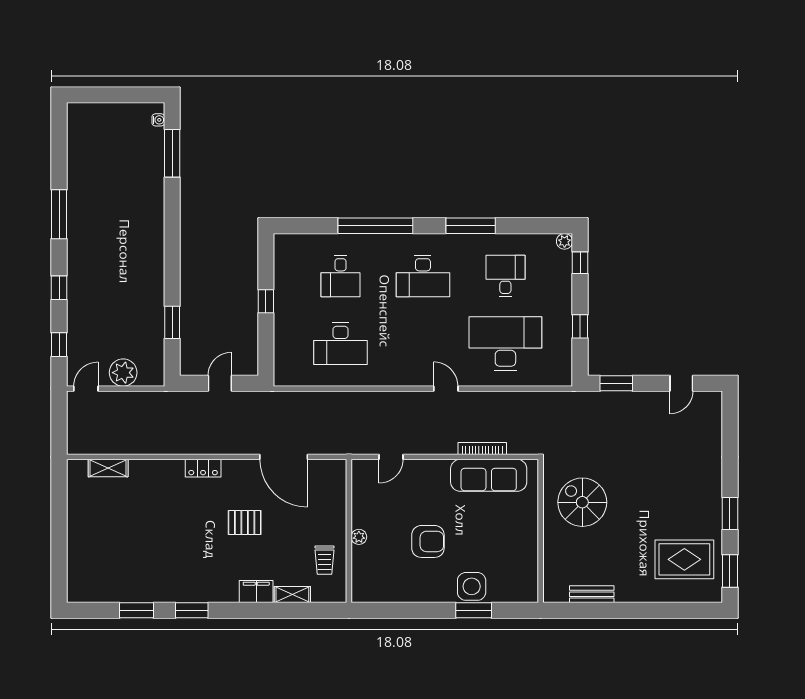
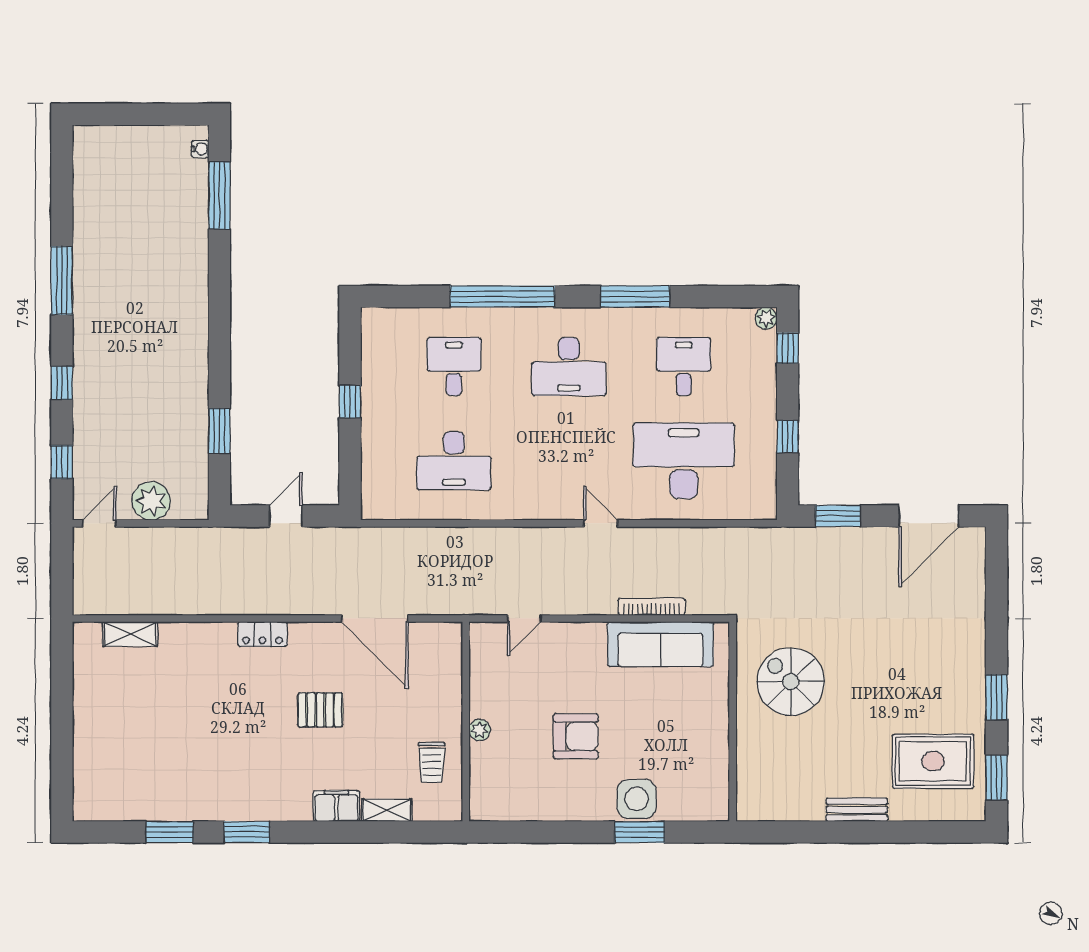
desk: (340, 276) -> (454, 367), turned 180
door: (681, 383) -> (929, 516), width x1.88
bench: (592, 594) -> (857, 810), moved

